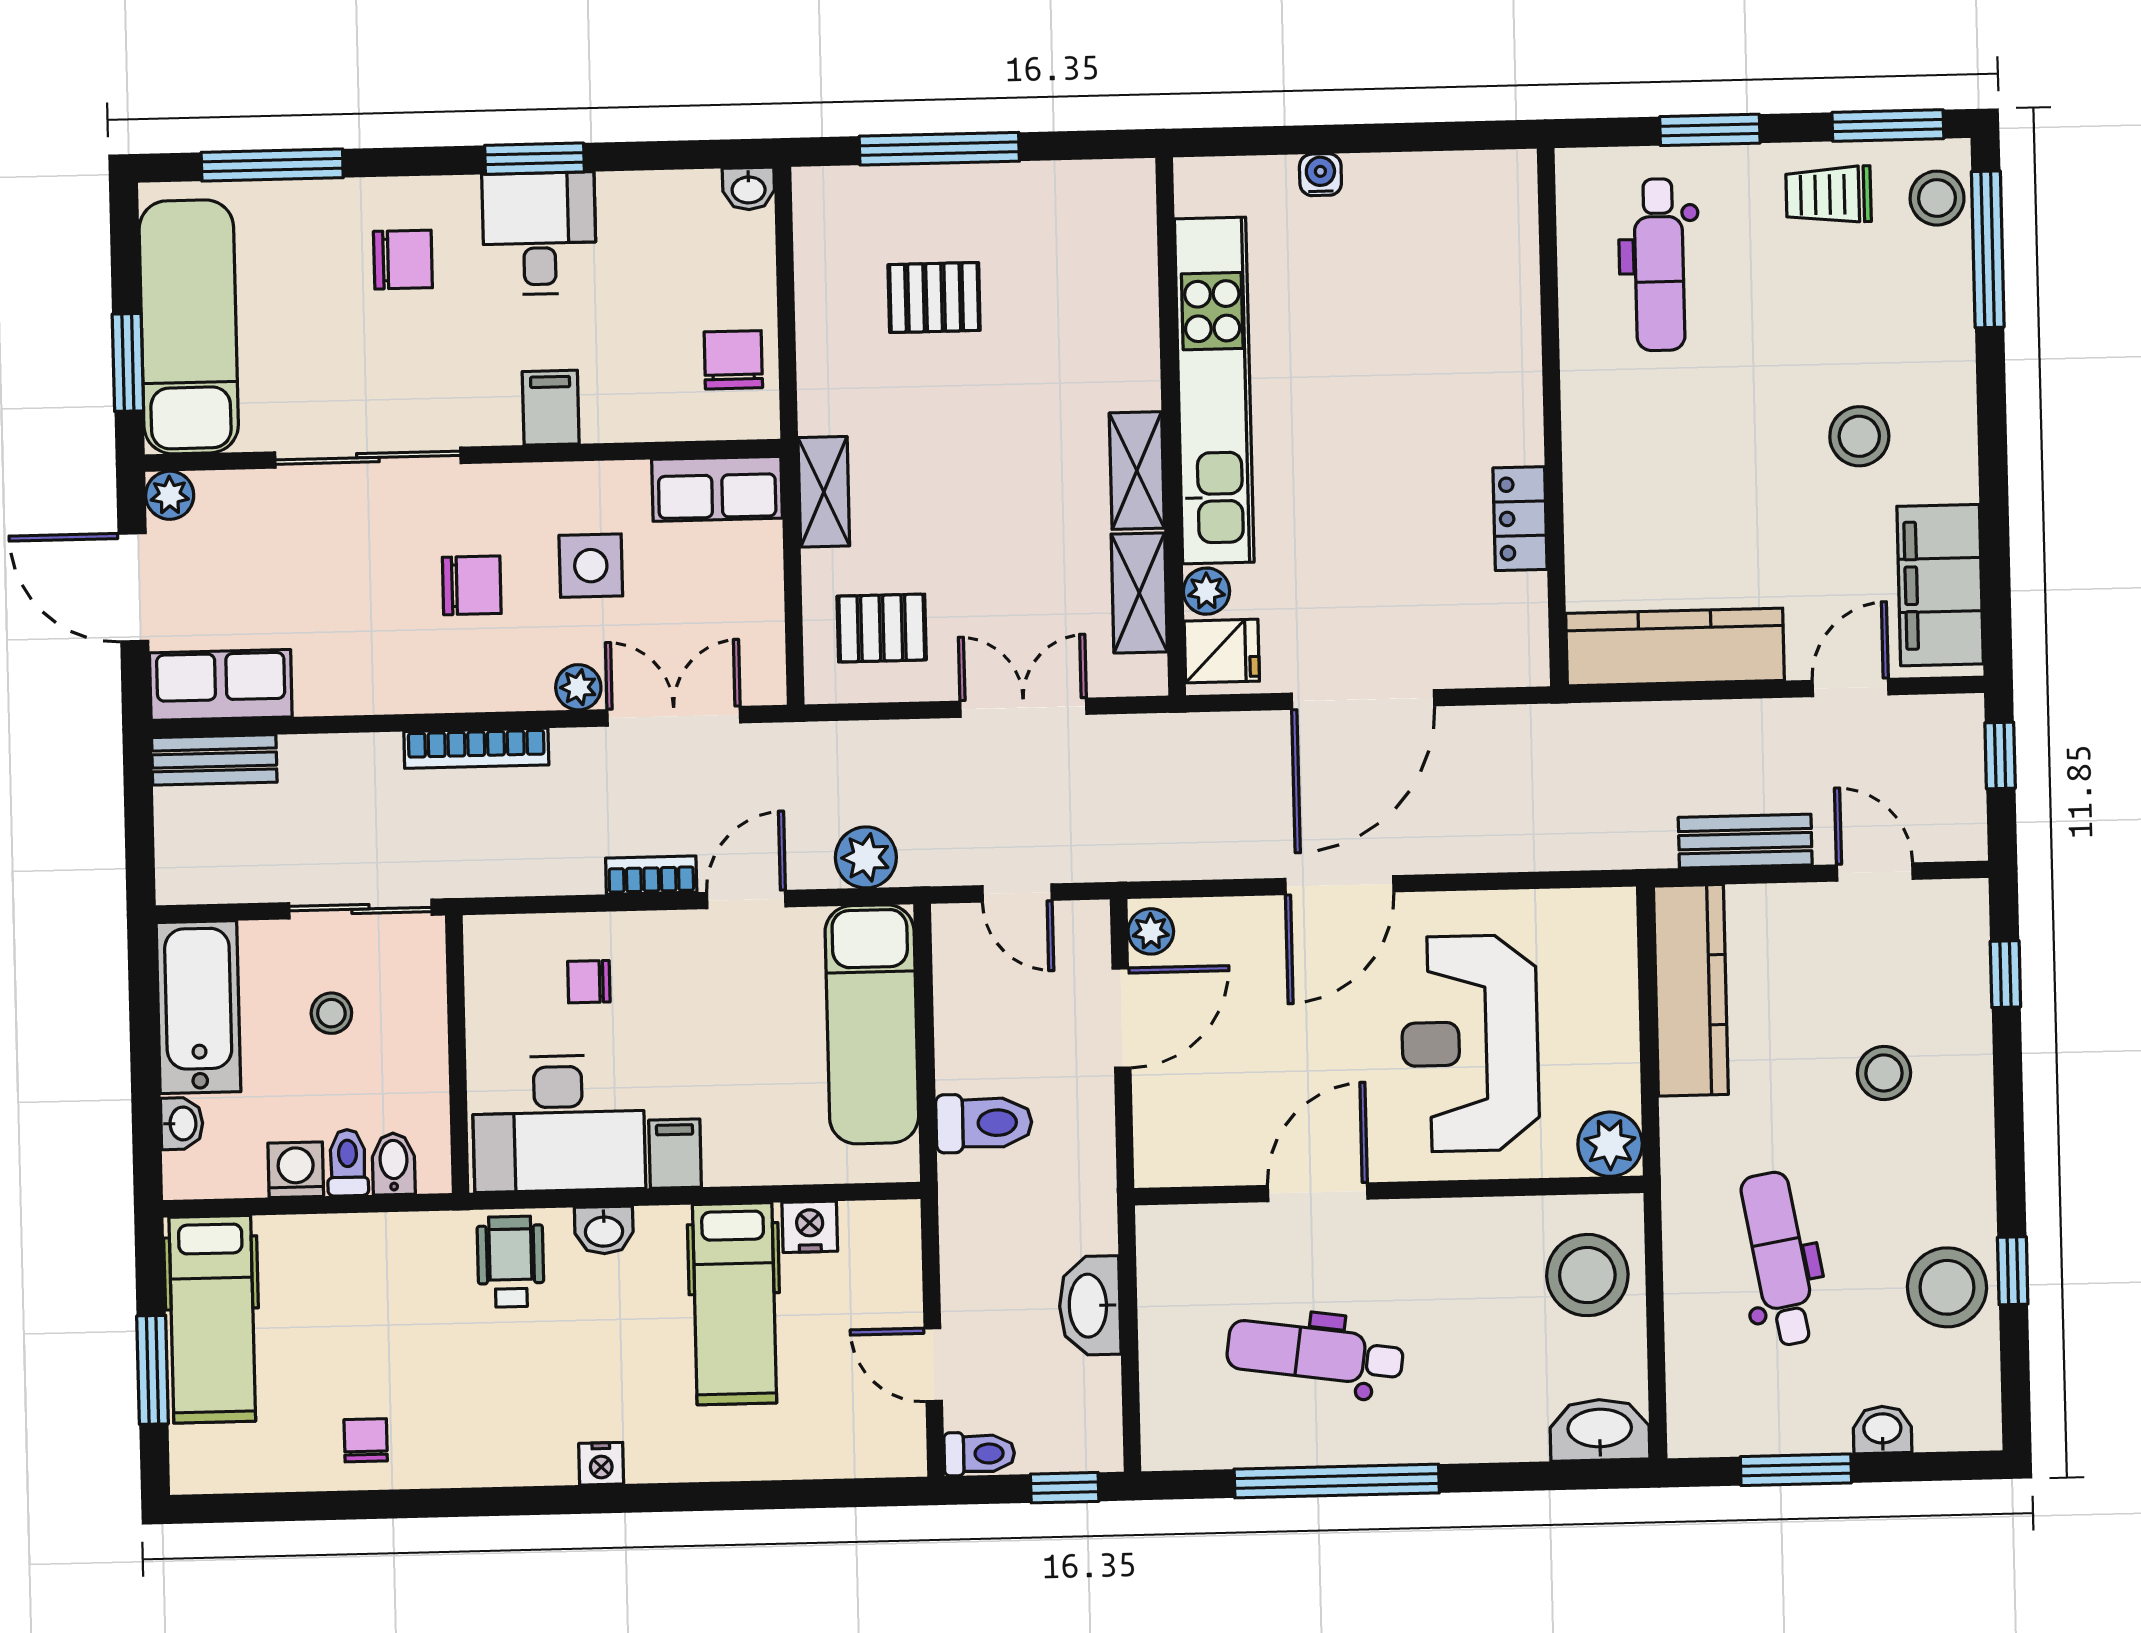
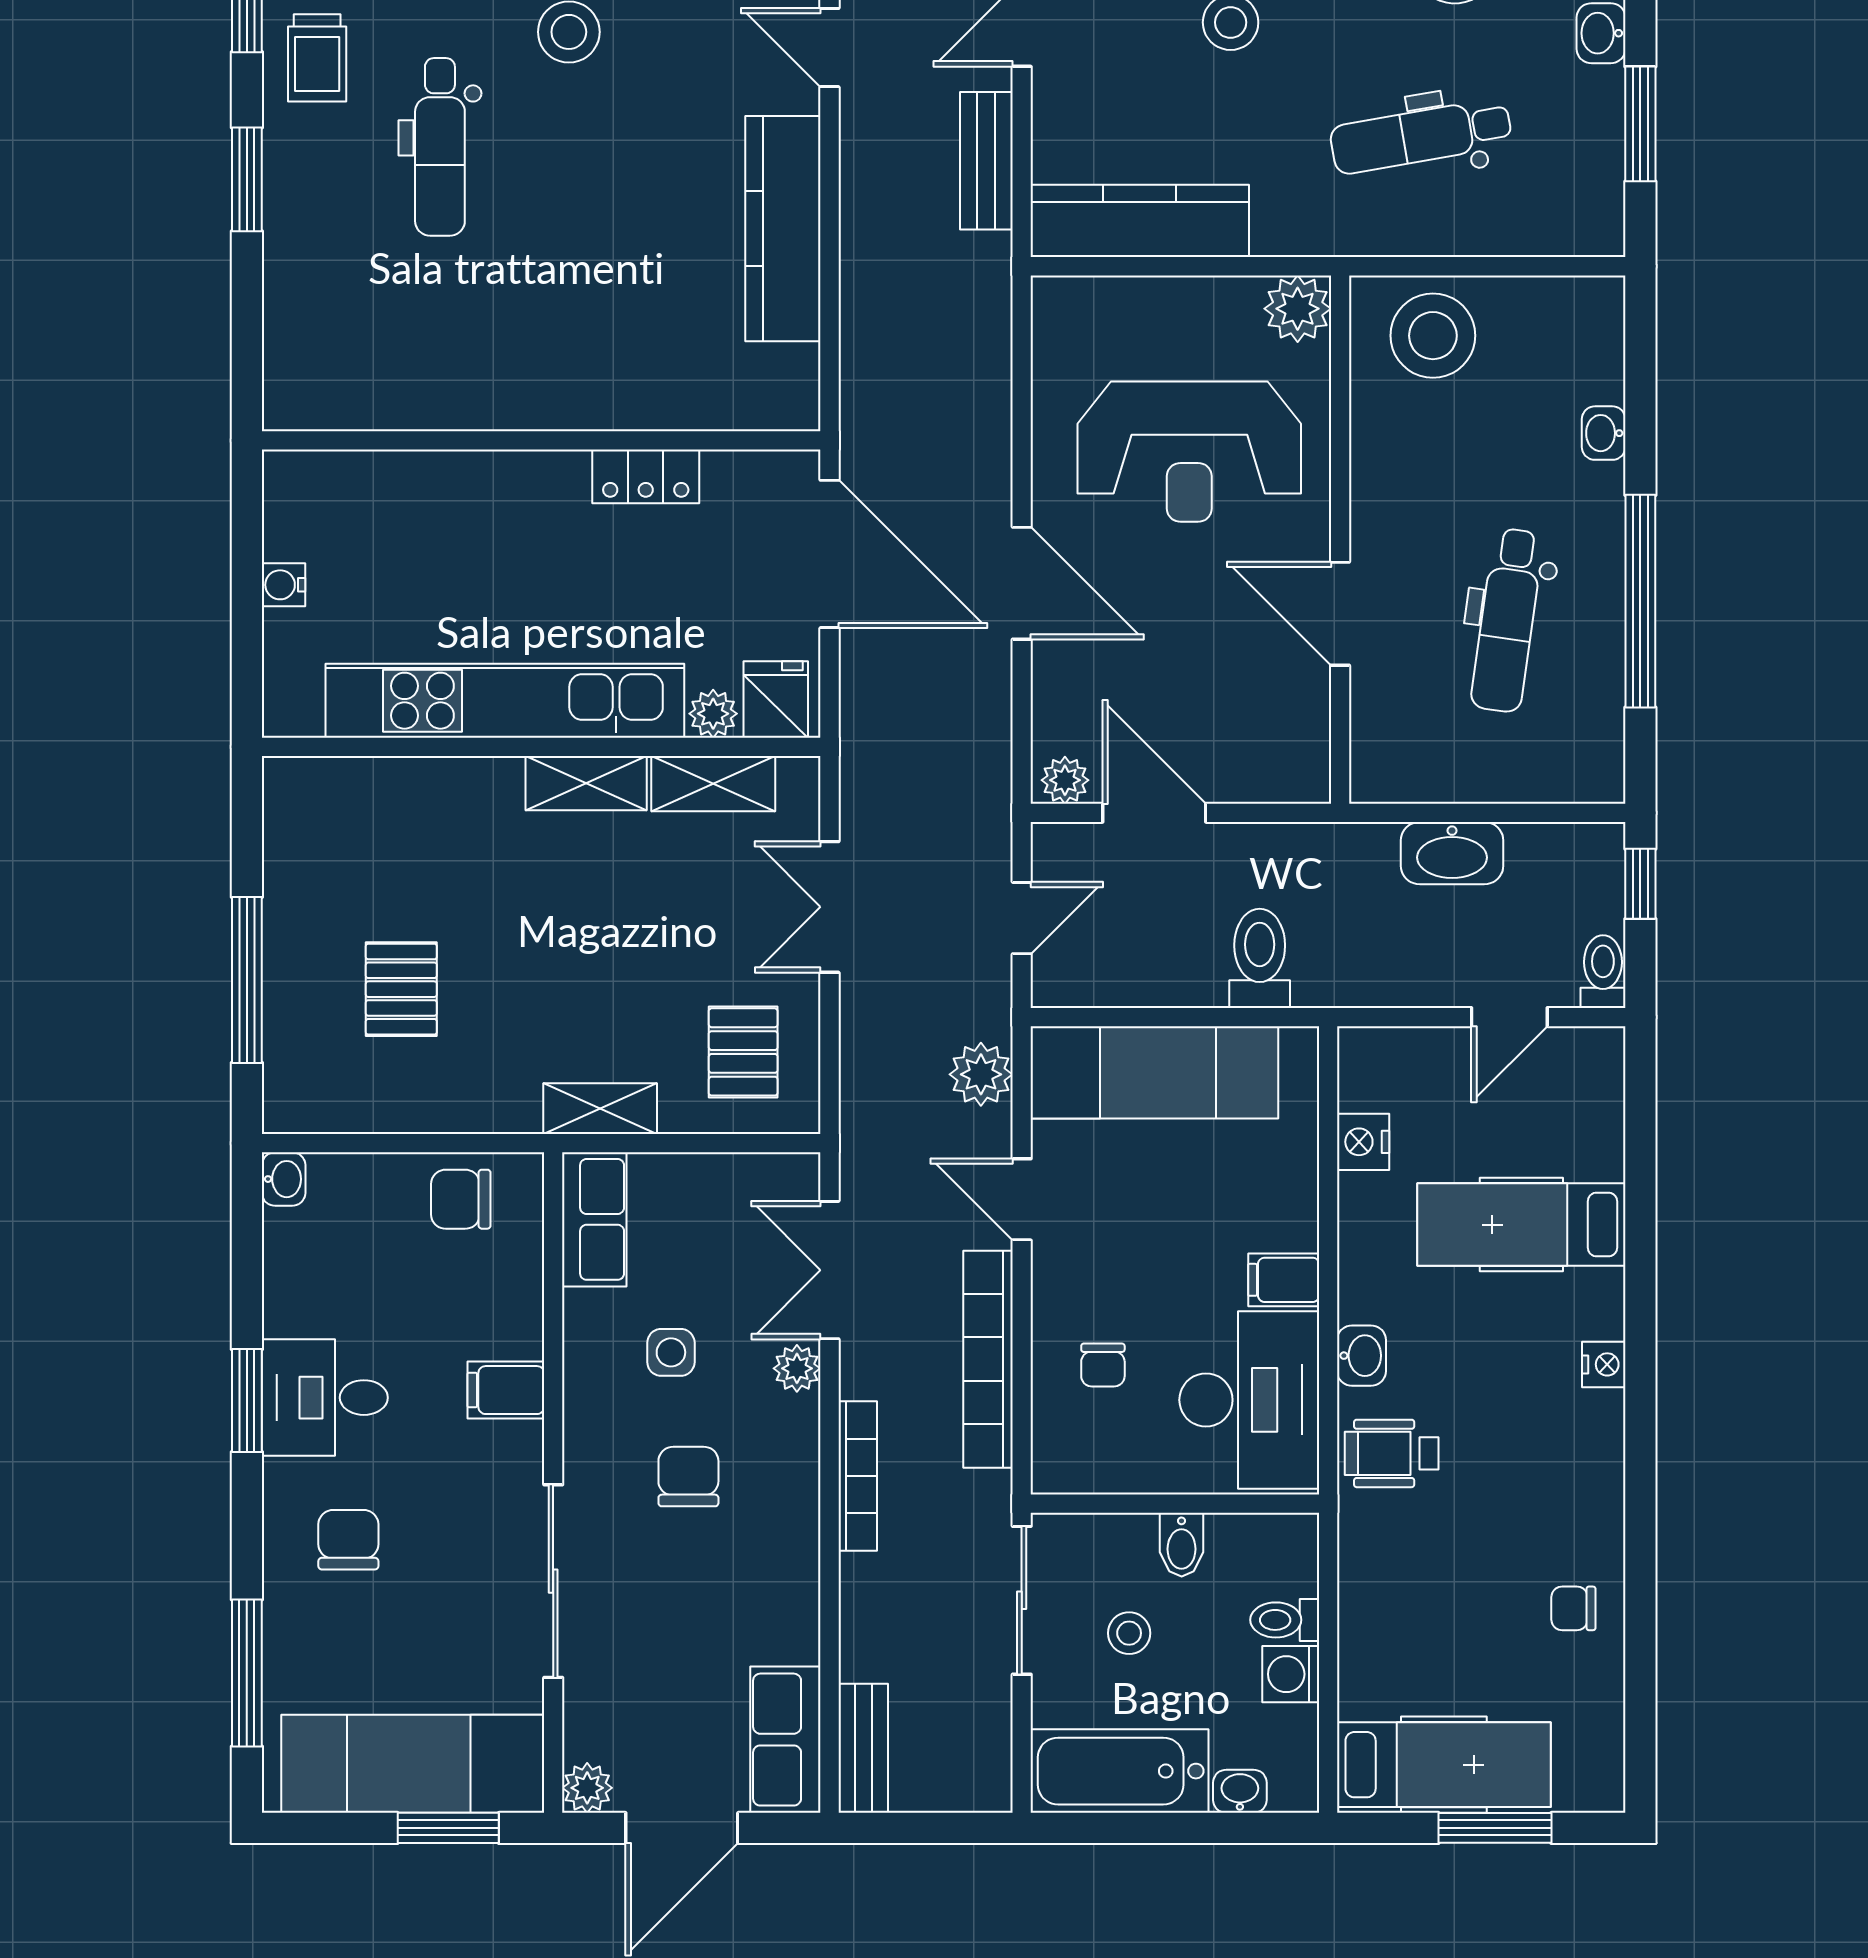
dental chair: (1659, 265) -> (440, 147), moved, turned 90
wall: (1552, 417) -> (541, 440), moved
locker: (1520, 519) -> (646, 476), moved
side table: (591, 566) -> (671, 1352), width x0.73, depth x0.73
bookcase: (651, 875) -> (988, 1359), width x2.31, depth x1.31
bidet: (394, 1164) -> (1182, 1545), moved, turned -90
hospital bed: (735, 1304) -> (1521, 1225), moved, turned 180
washbasin: (1600, 1430) -> (1604, 433), moved, width x0.52, depth x0.69

